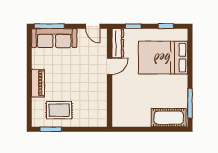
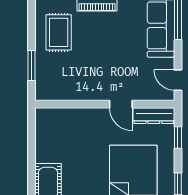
door: (93, 26) -> (178, 80), hinge flipped
window: (51, 129) -> (31, 65), moved

